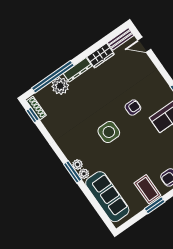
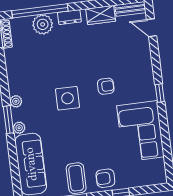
dresser: (78, 70) -> (69, 17), width x0.70
plant: (78, 165) -> (16, 101), moved

